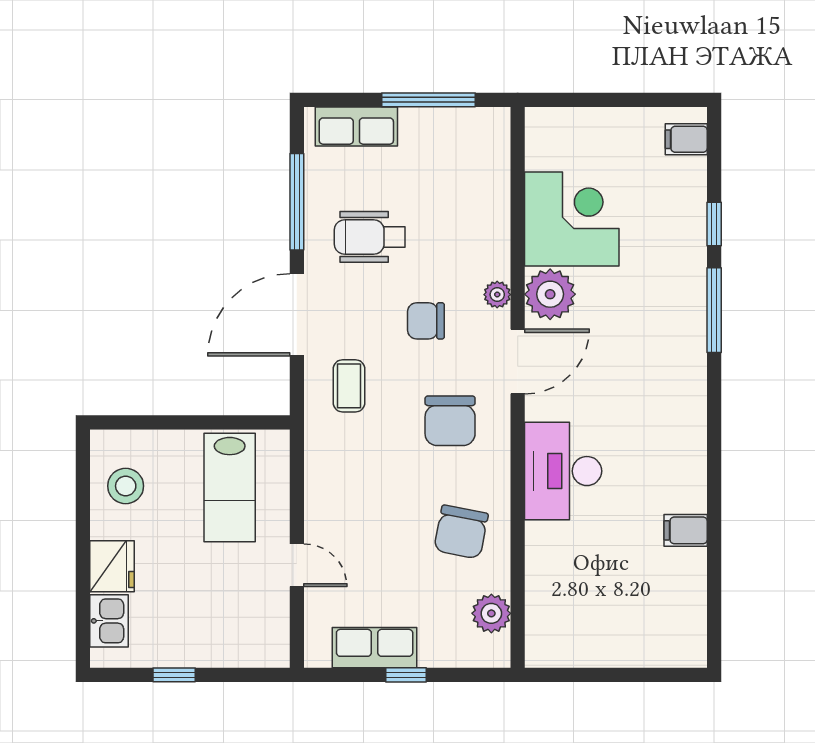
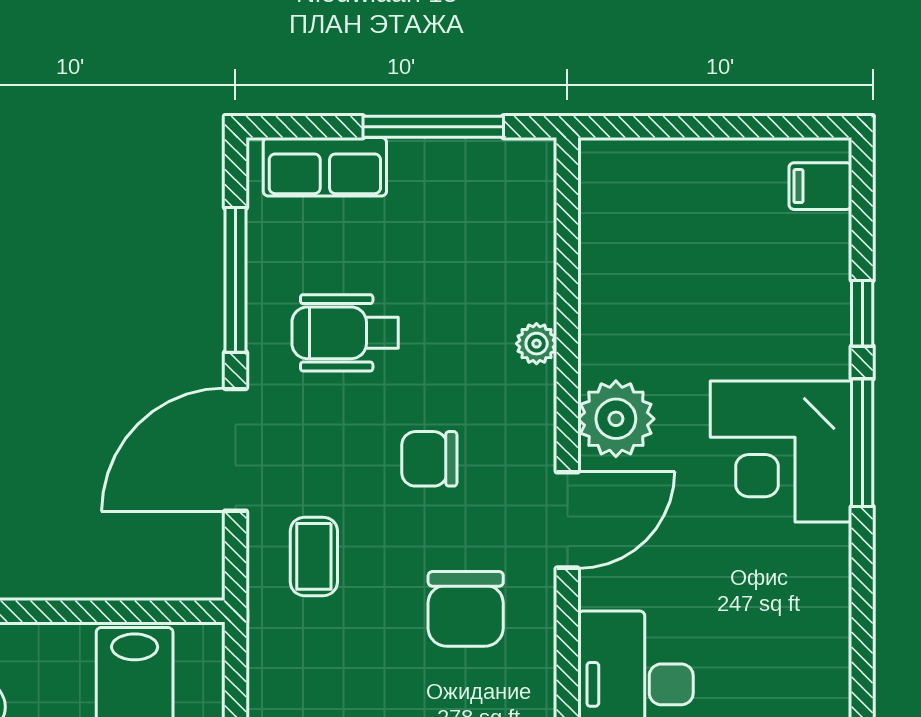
corner desk: (572, 219) -> (781, 452), moved, turned 180
plant: (497, 295) -> (537, 344), moved

